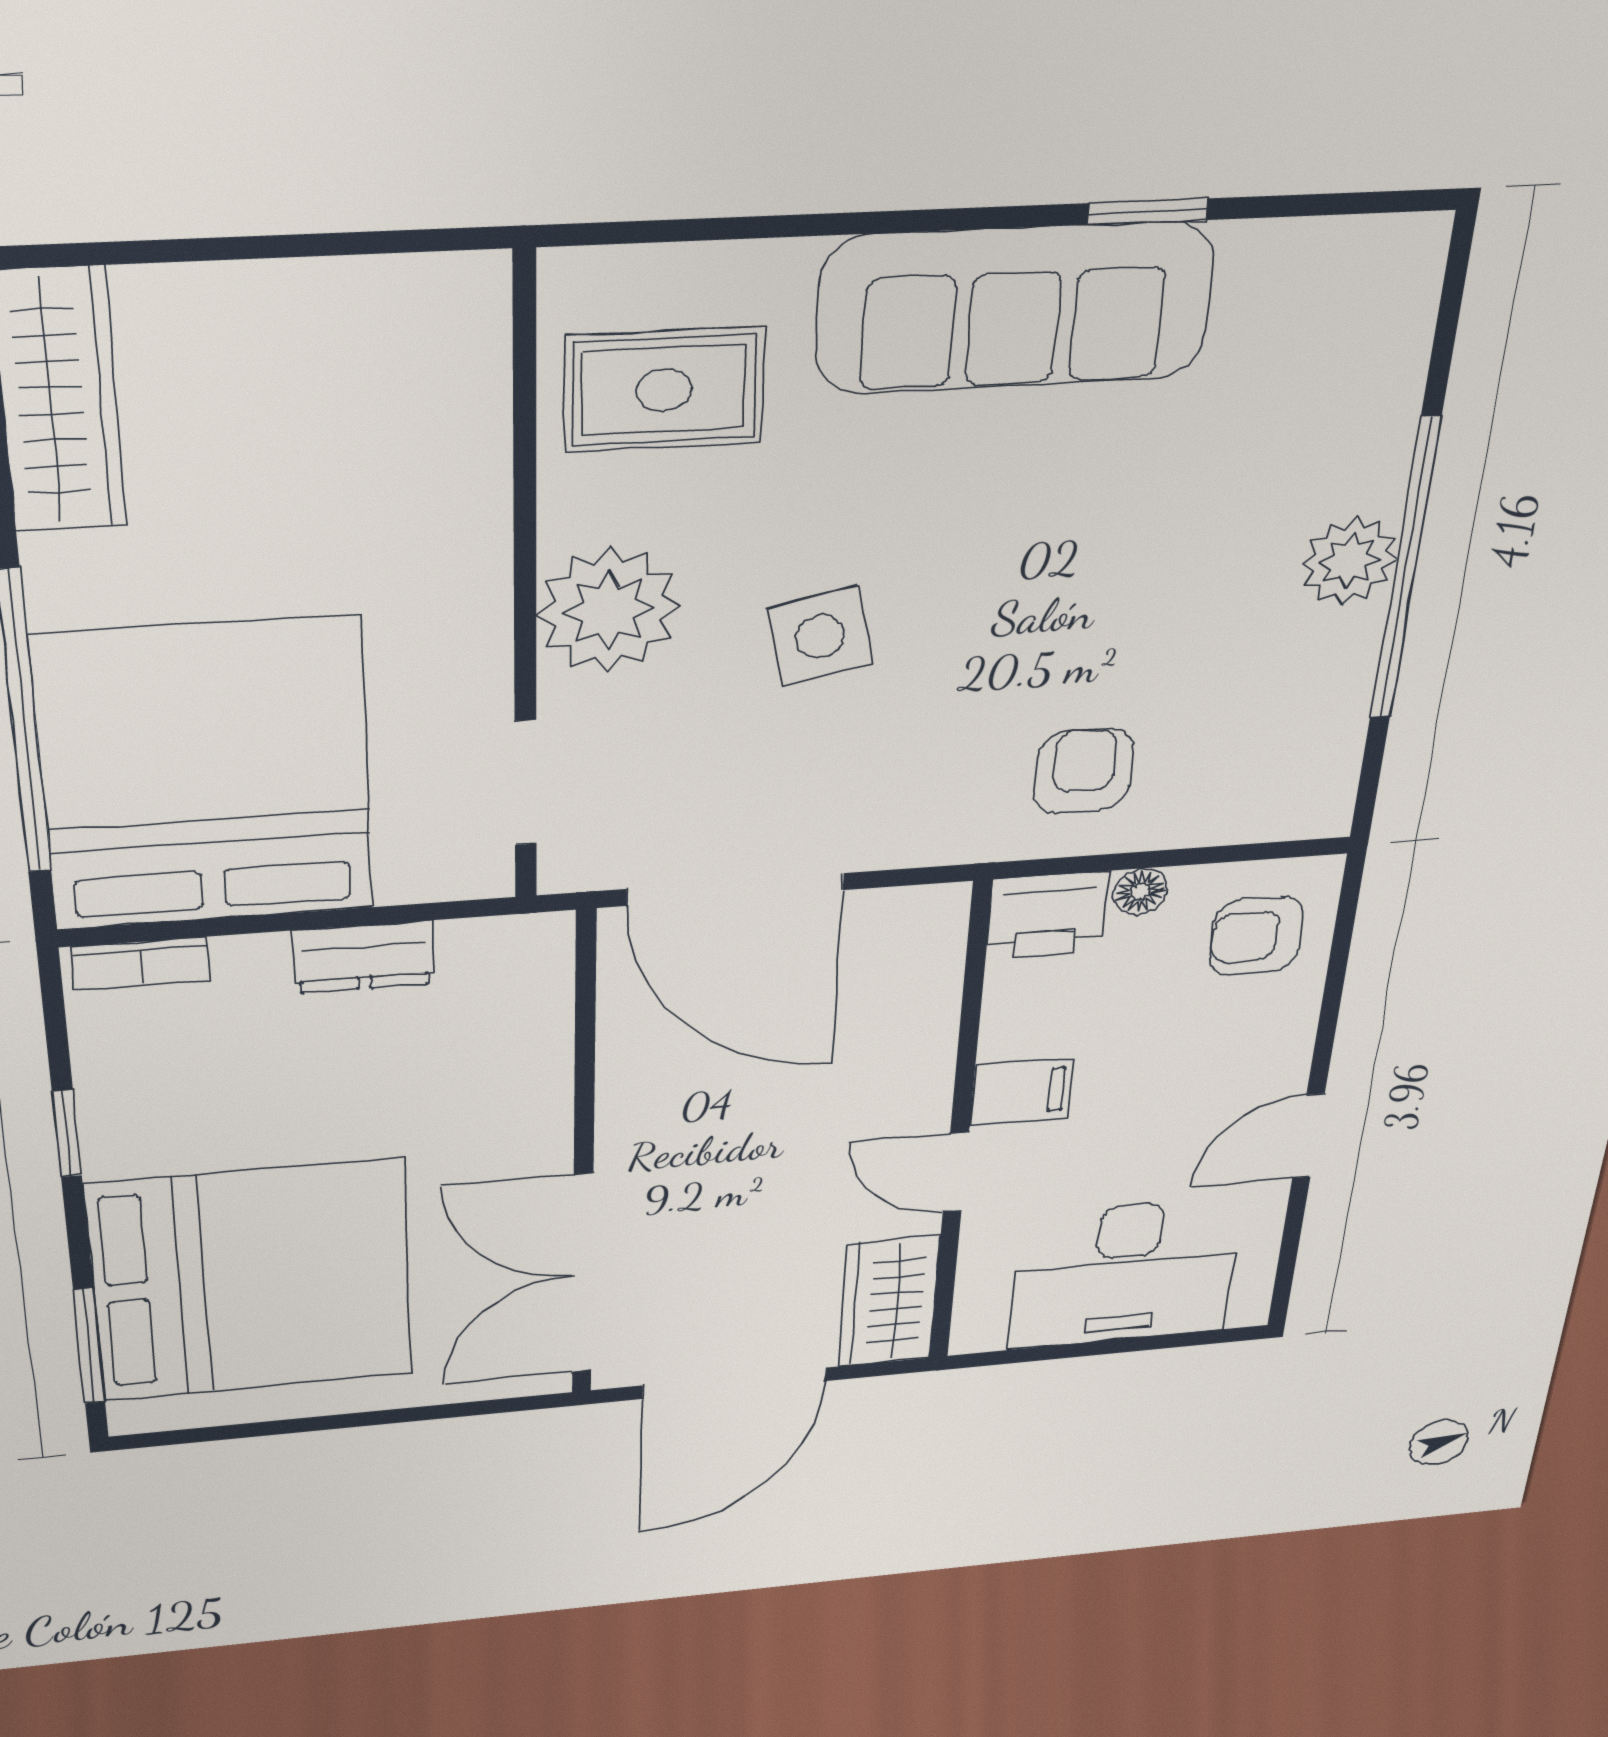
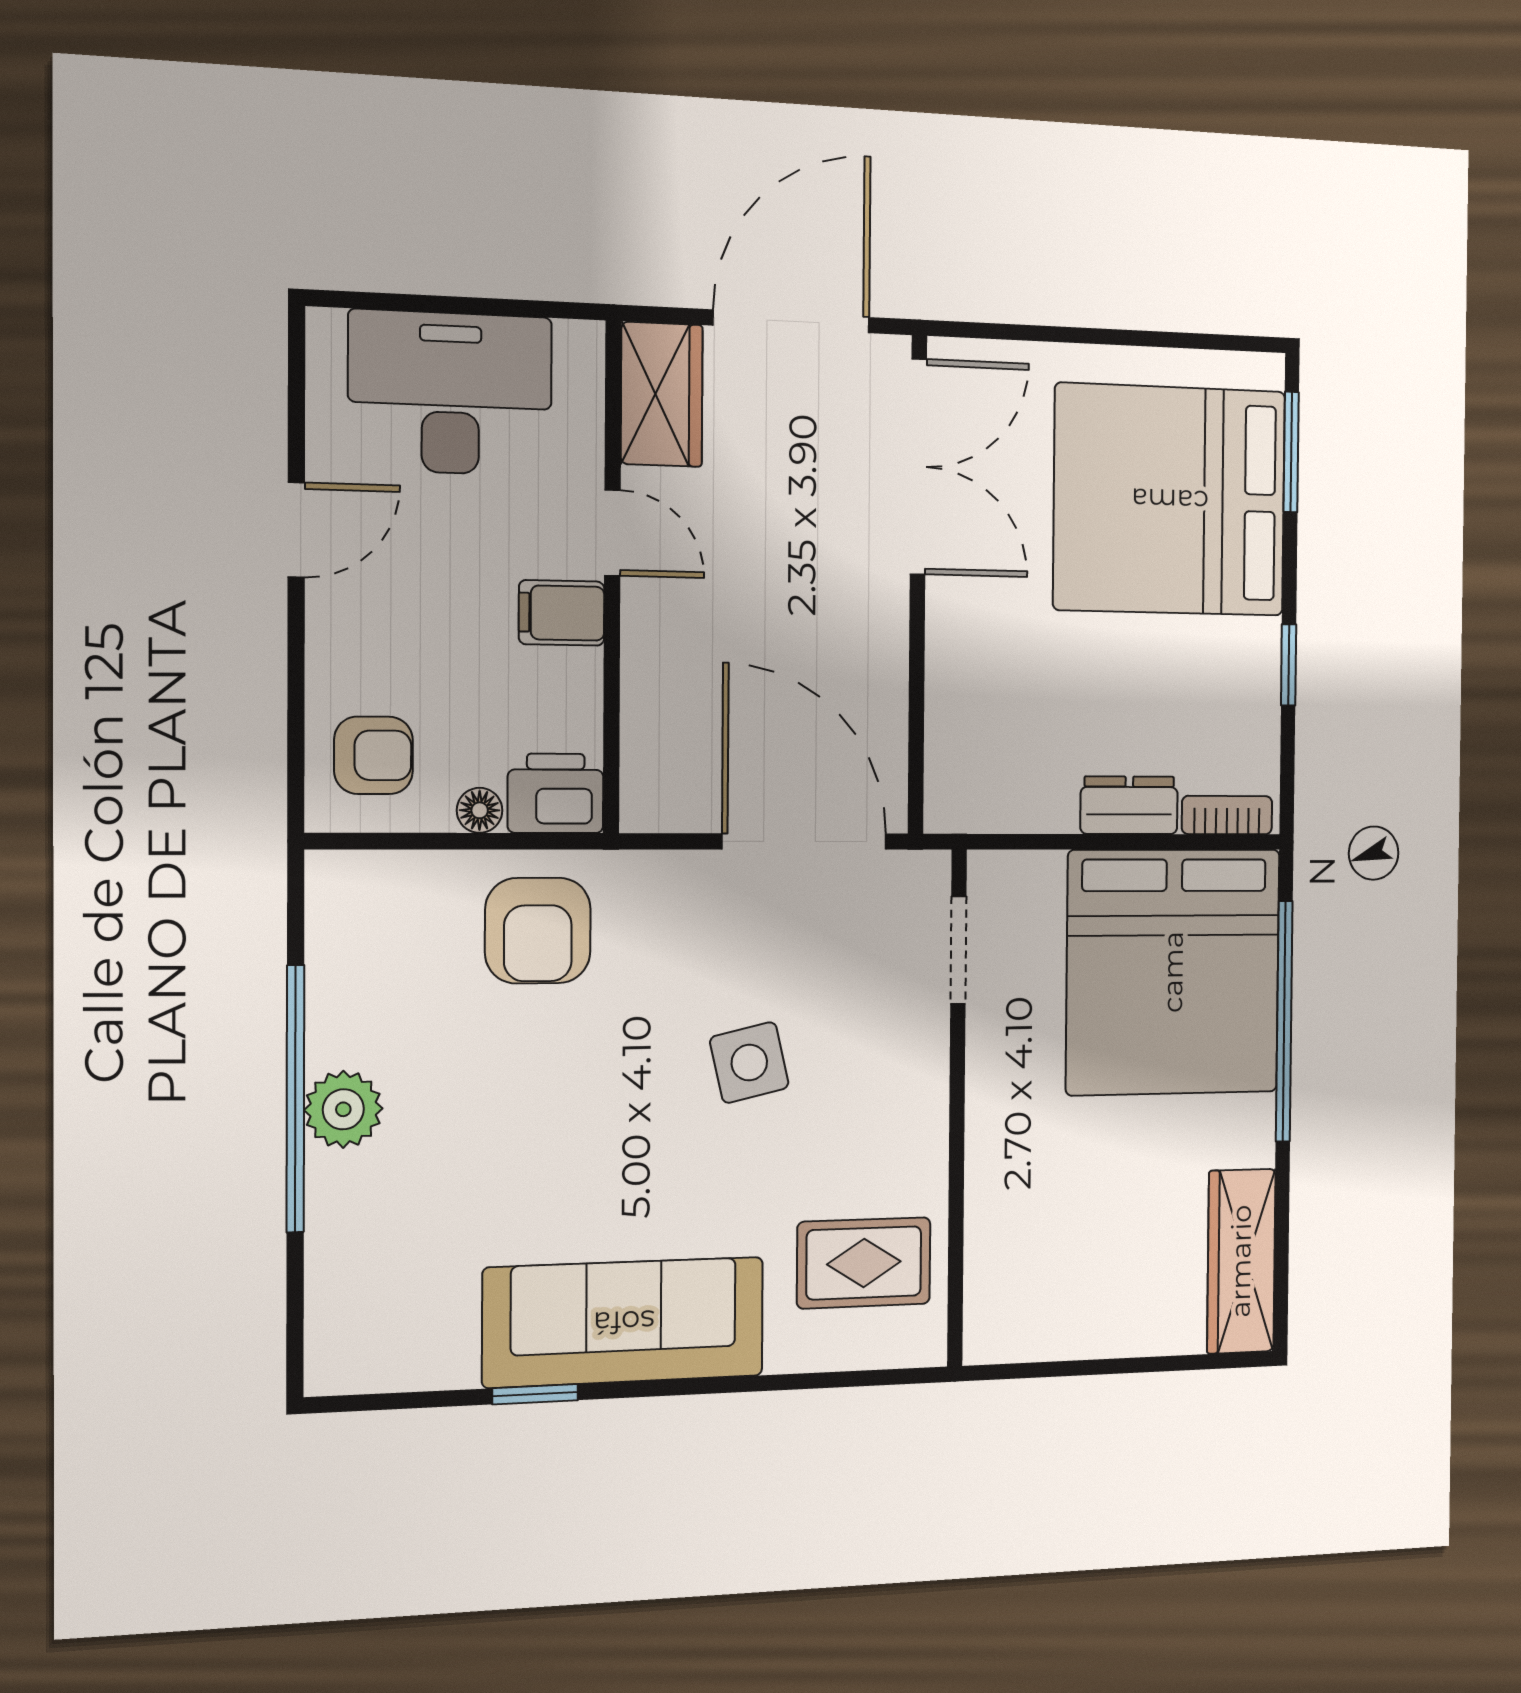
plant: (609, 610) -> (900, 1092), removed
armchair: (1084, 771) -> (538, 931), width x1.38, depth x1.38
dresser: (364, 957) -> (1129, 805), moved

